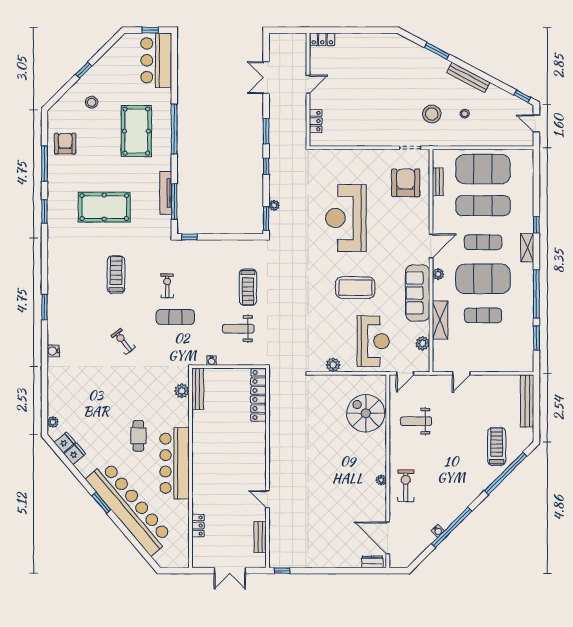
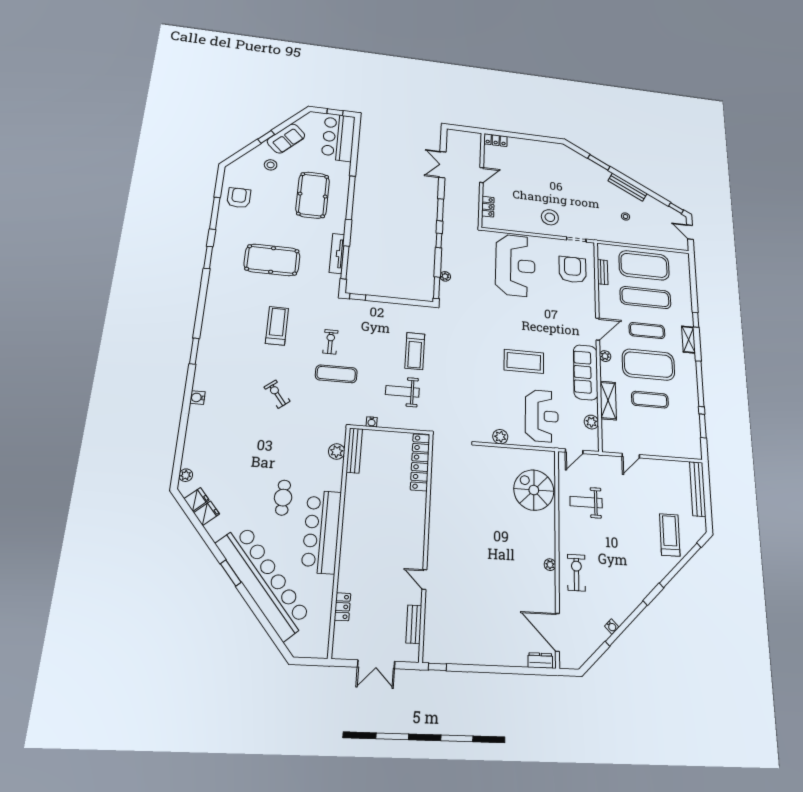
sofa: (104, 69) -> (286, 139), added
stool: (432, 114) -> (550, 217), moved
reception desk: (346, 218) -> (515, 265), moved, turned 180

